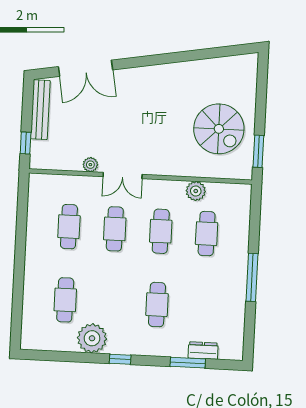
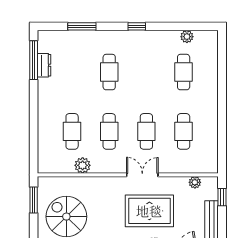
rug: (116, 131) -> (149, 211), added
plant: (90, 165) -> (195, 182), moved
window: (252, 277) -> (34, 60), moved
plant: (92, 338) -> (187, 37), moved, width x0.53, depth x0.53
dresser: (203, 351) -> (44, 65), moved, turned -90

